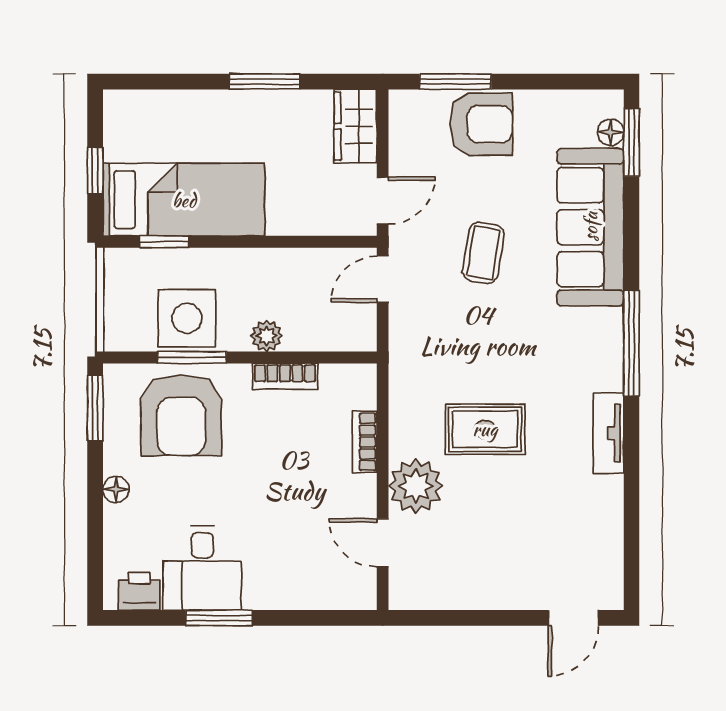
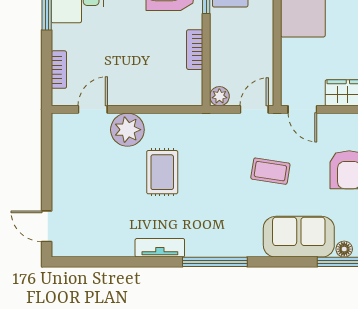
sofa: (590, 227) -> (299, 237), width x0.73
door: (383, 279) -> (254, 109), hinge flipped
plant: (267, 336) -> (219, 96), moved
bookcase: (365, 442) -> (59, 70), moved, turned 90

